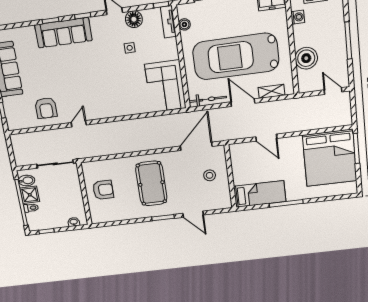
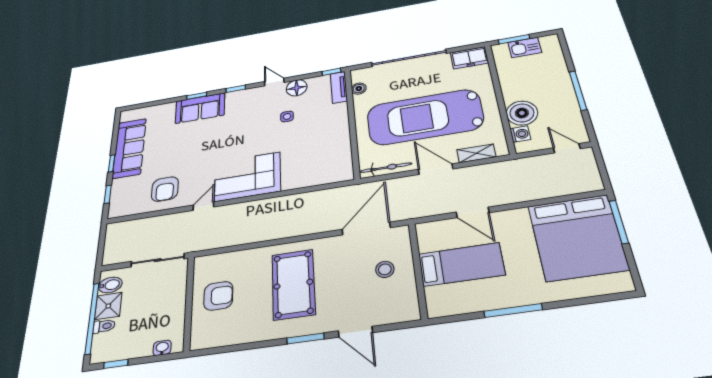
washing machine: (298, 17) -> (520, 134), moved
sofa: (63, 33) -> (200, 108), width x0.73
corner sofa: (165, 86) -> (248, 177), moved, turned 90
bed: (260, 194) -> (461, 264), moved

